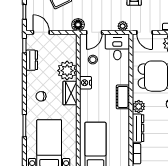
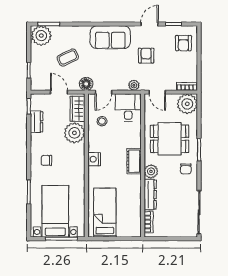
door: (41, 32) -> (59, 92), moved
nightstand: (86, 83) -> (94, 159), moved
wardrobe: (70, 93) -> (77, 109), moved

